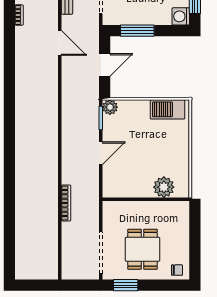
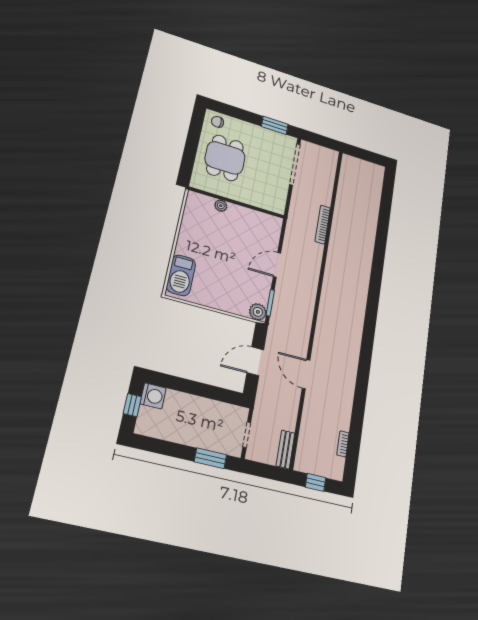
window: (137, 31) -> (209, 392), removed
door: (60, 43) -> (306, 374), moved
barbecue: (168, 109) -> (181, 275), moved, turned 90
plant: (164, 187) -> (221, 206), width x0.53, depth x0.53
dining table: (142, 249) -> (225, 158), moved

